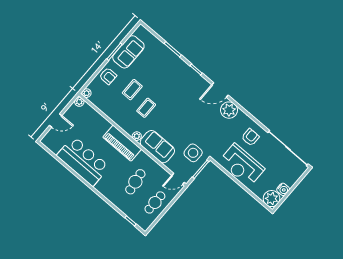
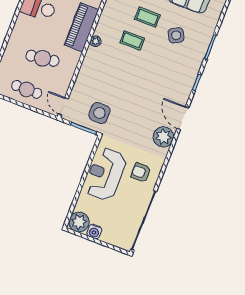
side table: (154, 72) -> (176, 35), added
armchair: (250, 137) -> (141, 173), turned 180
sofa: (157, 147) -> (92, 69), removed

